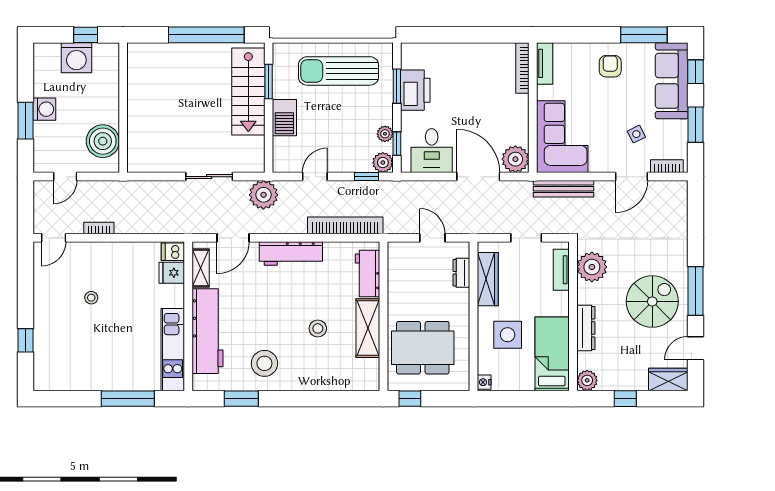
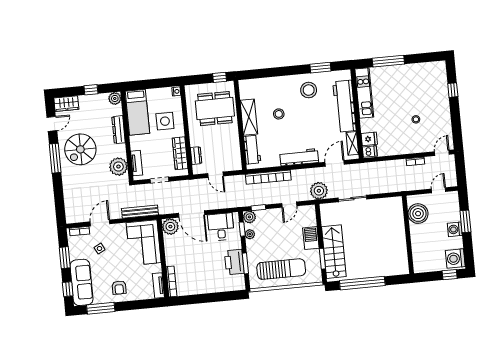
window: (86, 35) -> (450, 275), moved
washing machine: (76, 58) -> (455, 259), moved, turned -90

